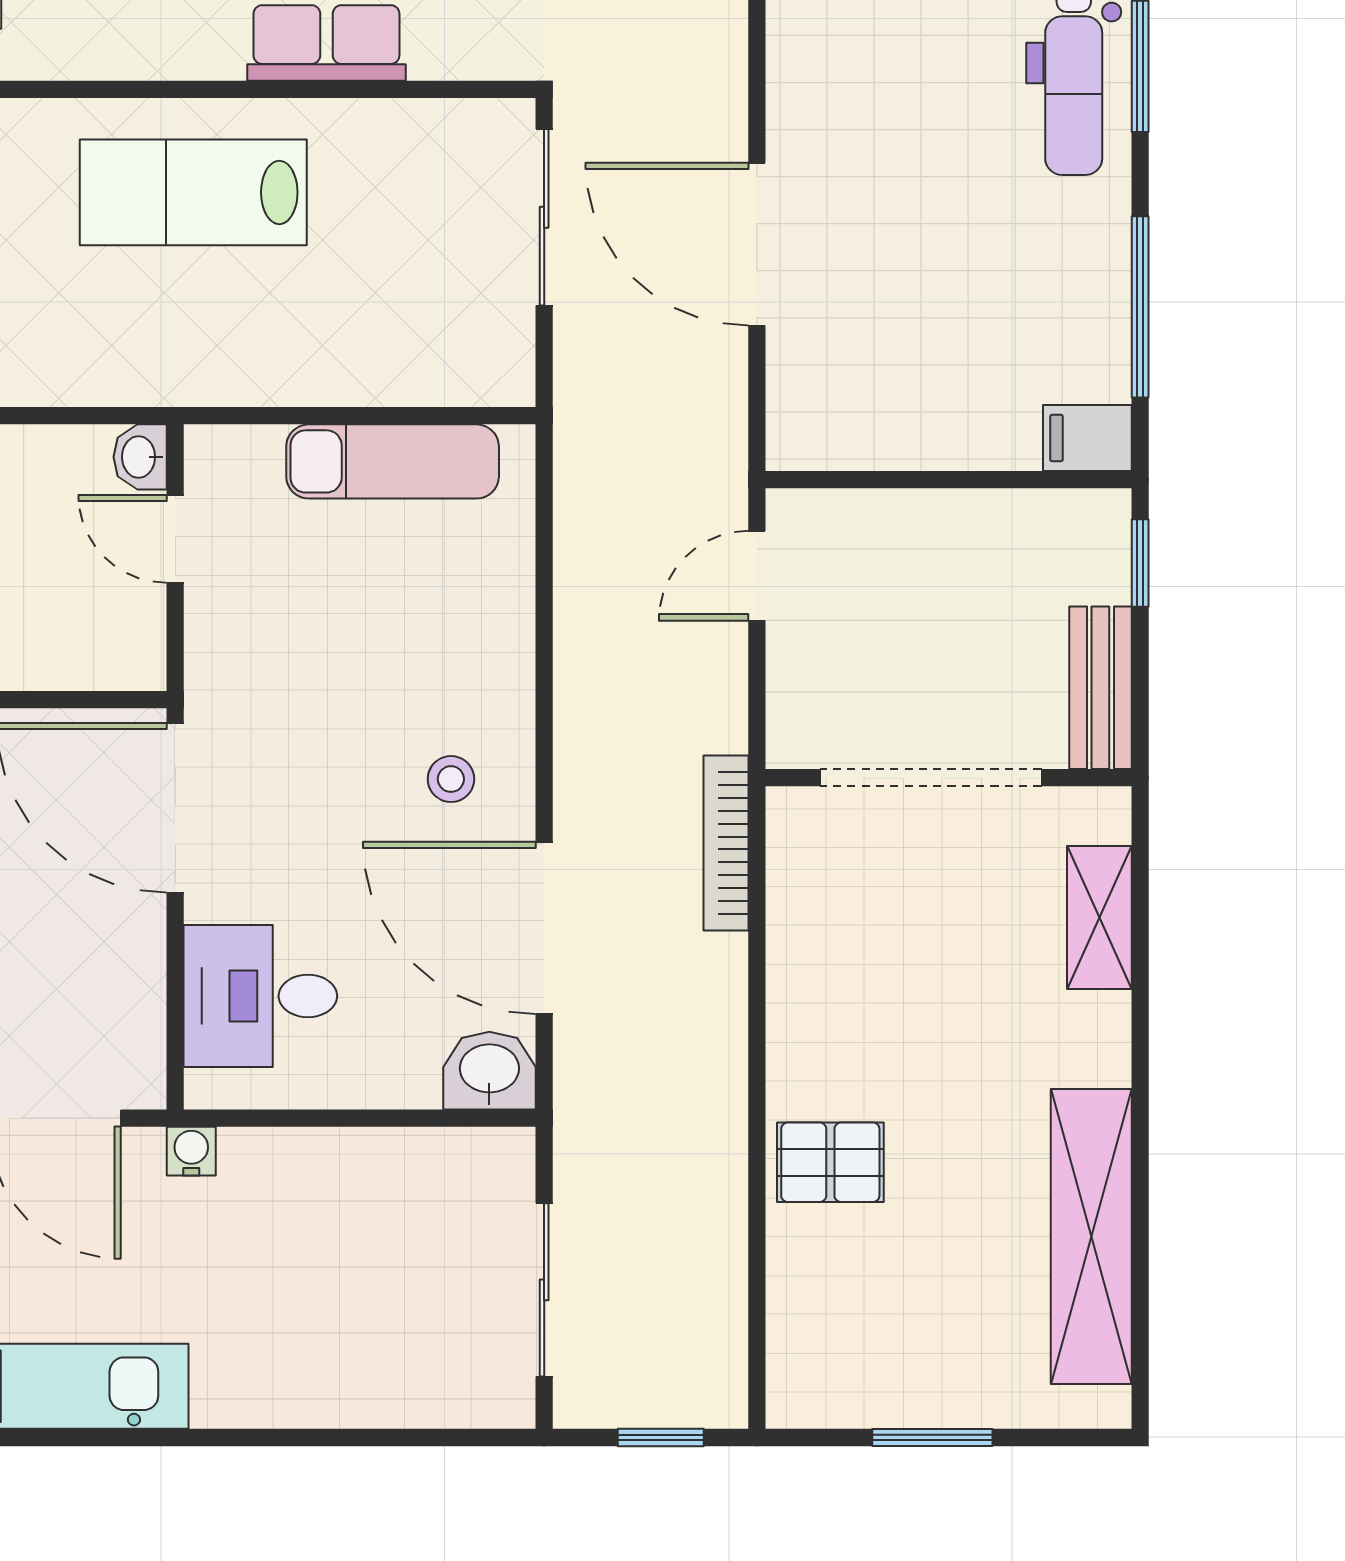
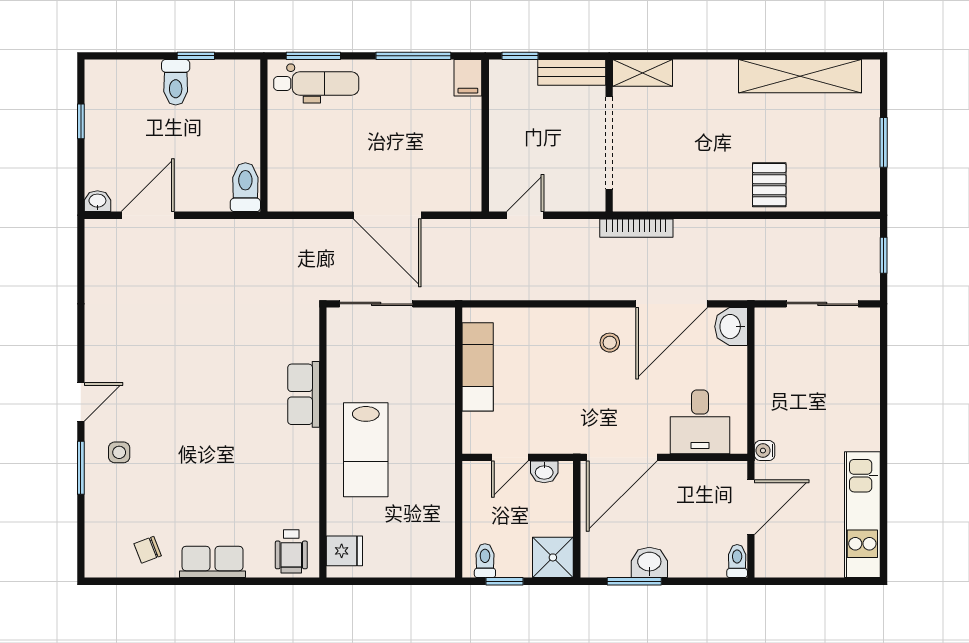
door: (757, 244) -> (387, 215), hinge flipped
washbasin: (140, 457) -> (544, 472), moved
door: (757, 576) -> (525, 215), swing flipped
shelving: (1099, 917) -> (643, 73), moved

